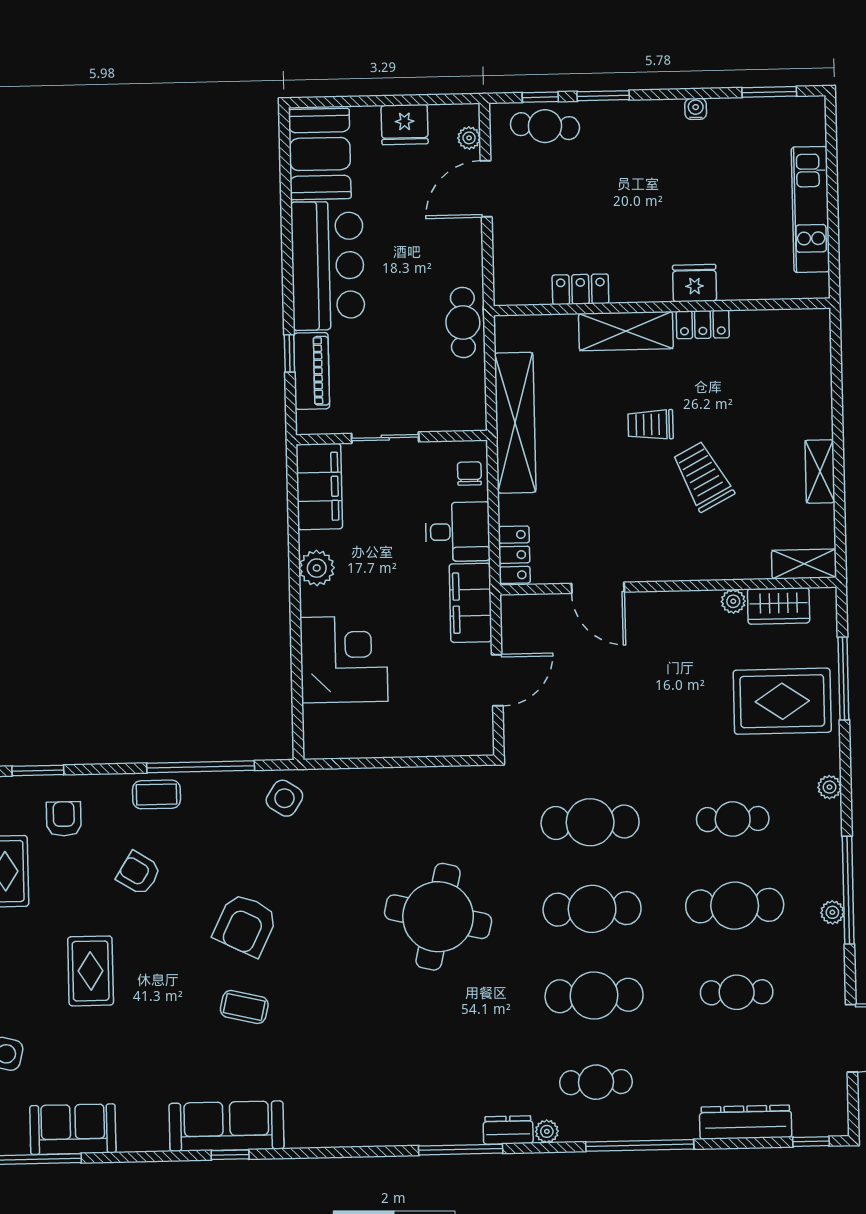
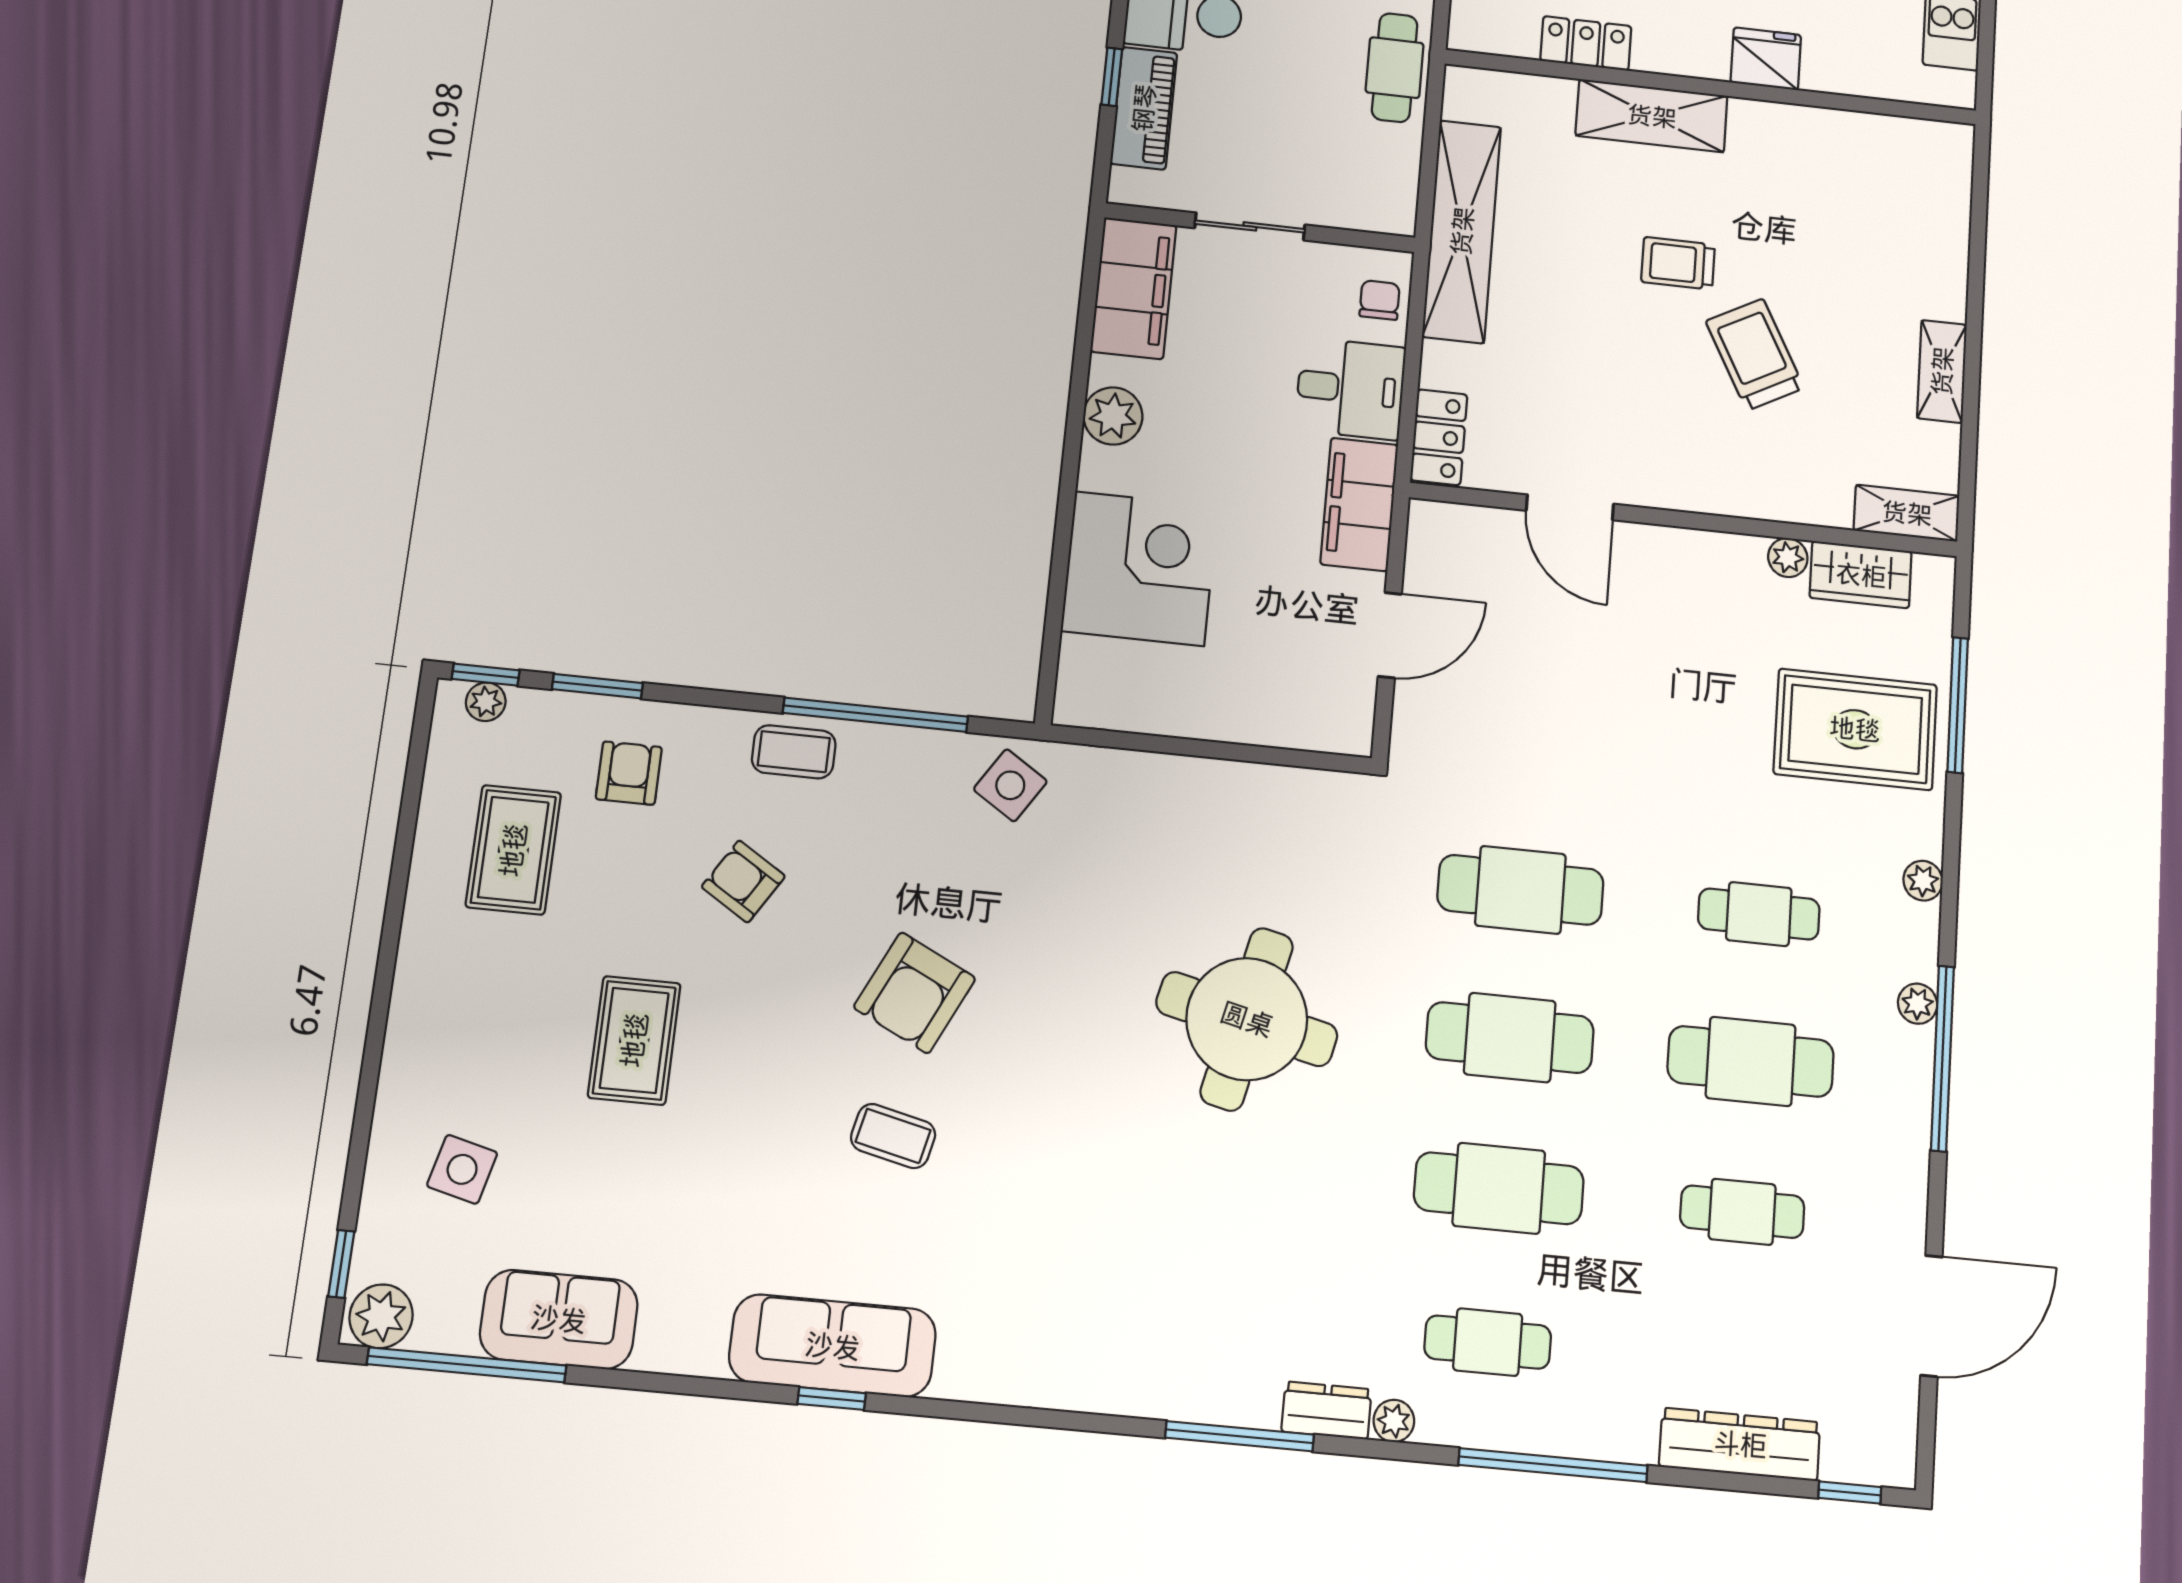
locker: (703, 324) -> (1774, 122), removed
plant: (832, 912) -> (1918, 1004), moved

